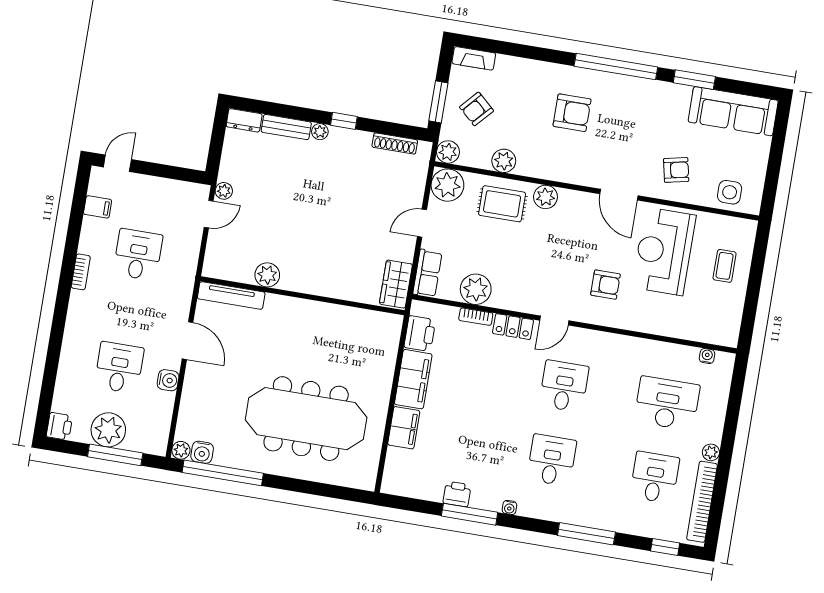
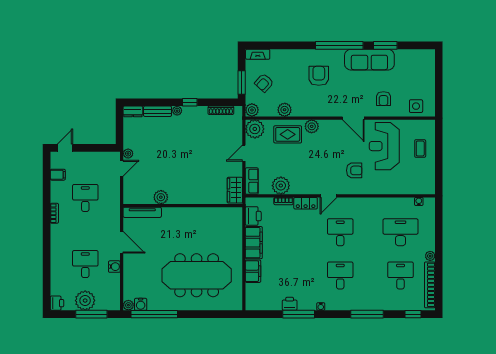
sofa: (733, 111) -> (369, 60), moved
armchair: (572, 113) -> (319, 76), turned -90
armchair: (676, 170) -> (383, 99), turned 102

